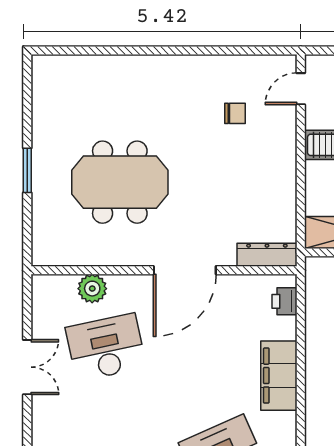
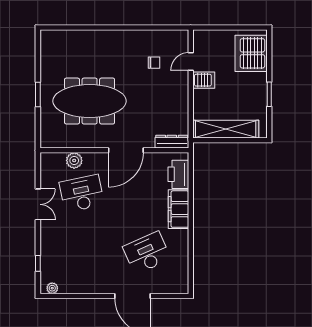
door: (301, 89) -> (191, 62), moved
meeting table: (120, 182) -> (90, 101), width x1.36
printer: (284, 301) -> (178, 174), width x1.87, depth x1.48

